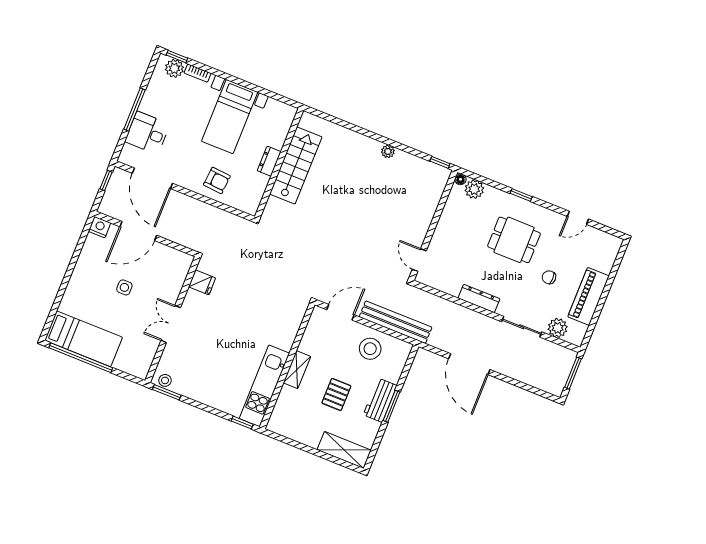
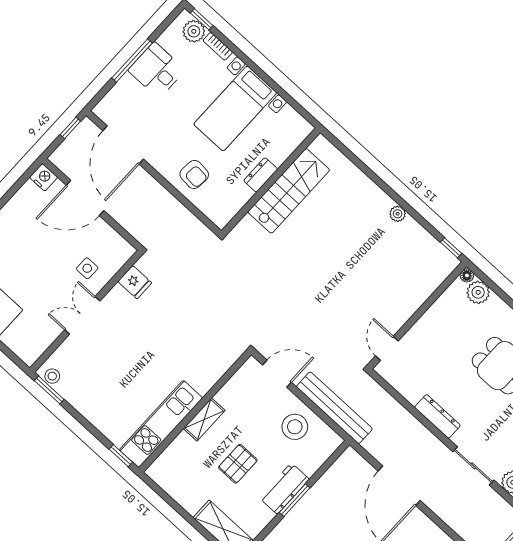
desk: (147, 133) -> (157, 70), moved
side table: (124, 287) -> (87, 268), moved

